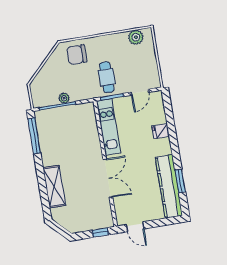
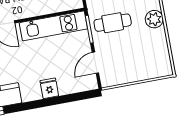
plant: (136, 37) -> (154, 19), moved
door: (140, 92) -> (95, 63), hinge flipped

